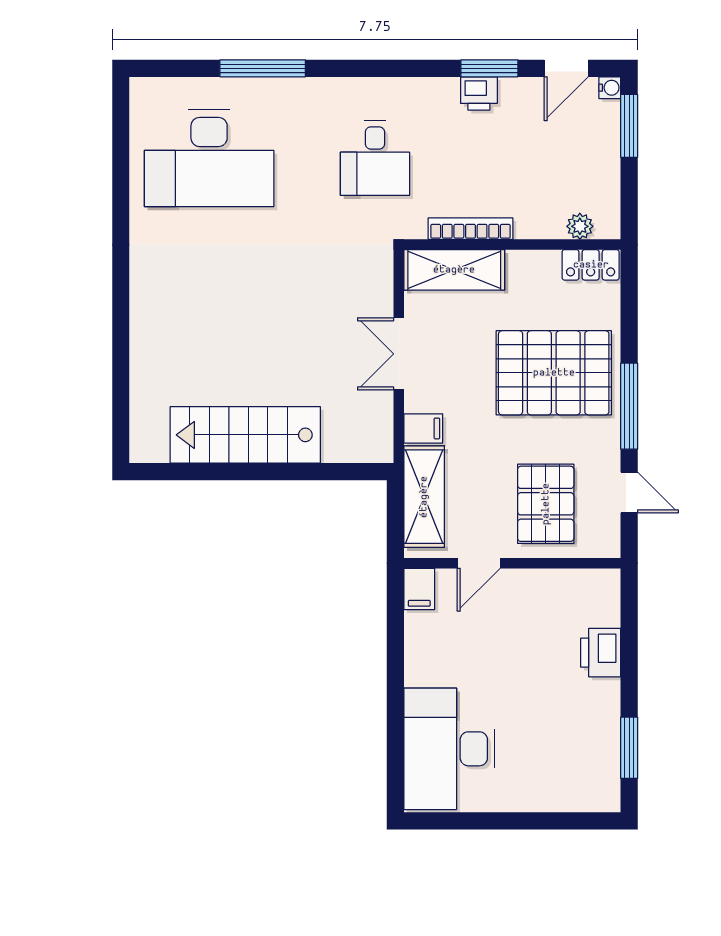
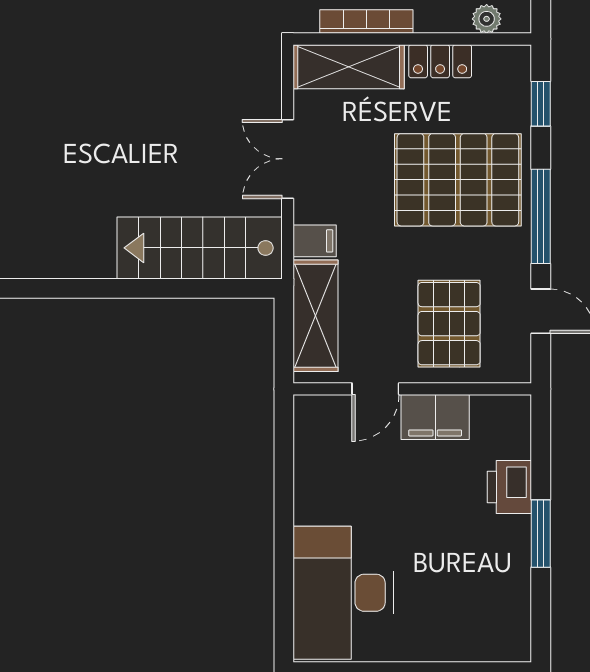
locker: (591, 265) -> (440, 61), moved
window: (629, 303) -> (541, 104), added
stairs: (245, 435) -> (200, 248), moved
filing cabinet: (419, 589) -> (435, 417), moved, width x2.00
window: (629, 748) -> (541, 534), moved

